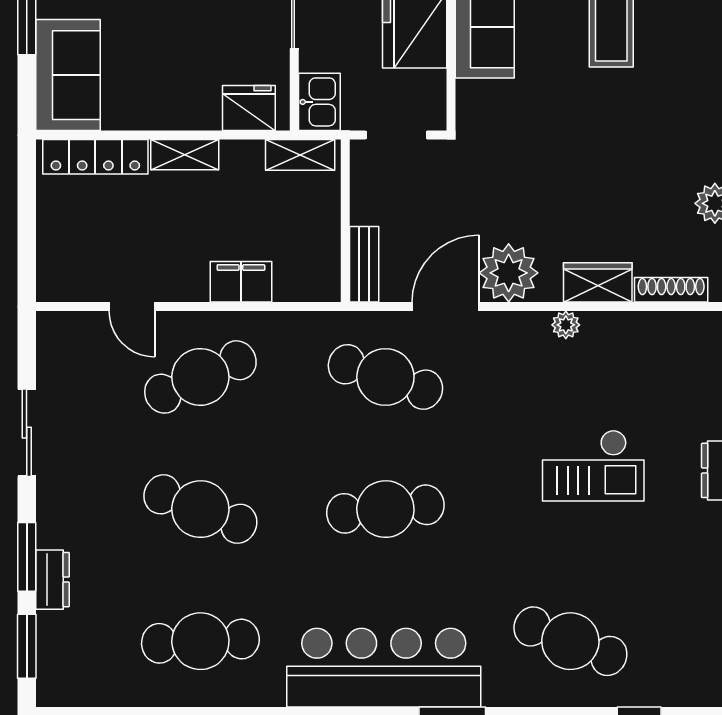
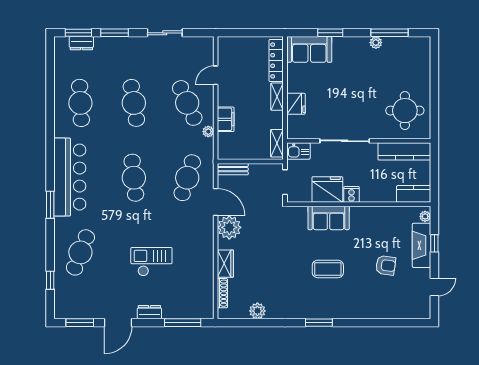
fridge: (249, 108) -> (296, 104), moved
plant: (566, 325) -> (208, 132), moved
checkout: (593, 466) -> (151, 262), turned 90
cafe table: (200, 509) -> (134, 103), turned -30
dresser: (53, 580) -> (81, 43), moved

